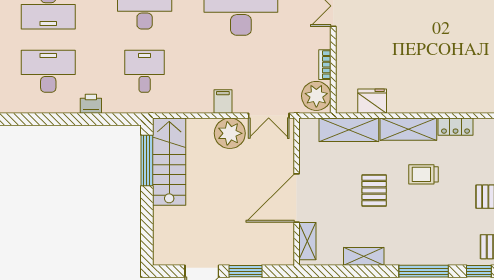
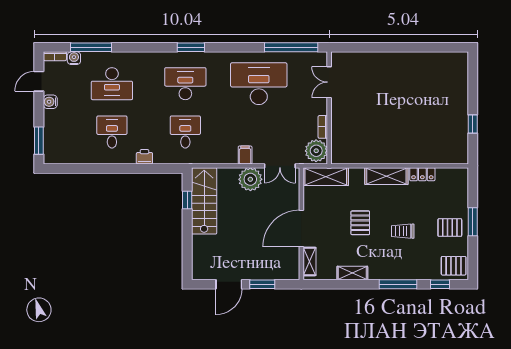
desk: (48, 71) -> (112, 132), width x0.73
fridge: (372, 101) -> (359, 155), removed
shelving: (349, 130) -> (326, 177), moved
window: (147, 160) -> (187, 200), width x0.46
trolley: (423, 174) -> (403, 231), moved

